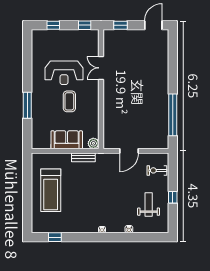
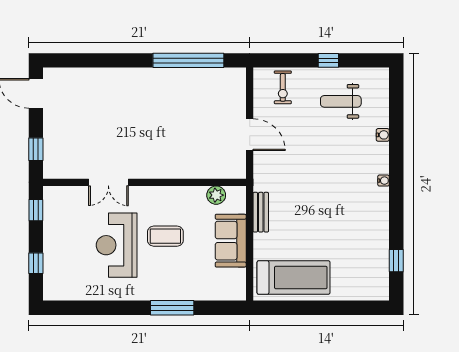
reception desk: (64, 73) -> (117, 245), turned 180
plant: (93, 143) -> (216, 195), moved
treadmill: (51, 190) -> (294, 277), moved

